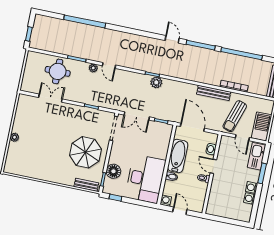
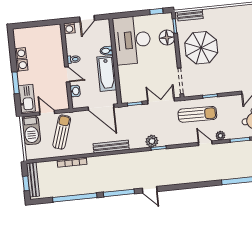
bench: (214, 93) -> (111, 147), moved
sun lounger: (108, 94) -> (197, 114), added
washing machine: (166, 201) -> (69, 28), moved
door: (180, 211) -> (87, 19), hinge flipped

